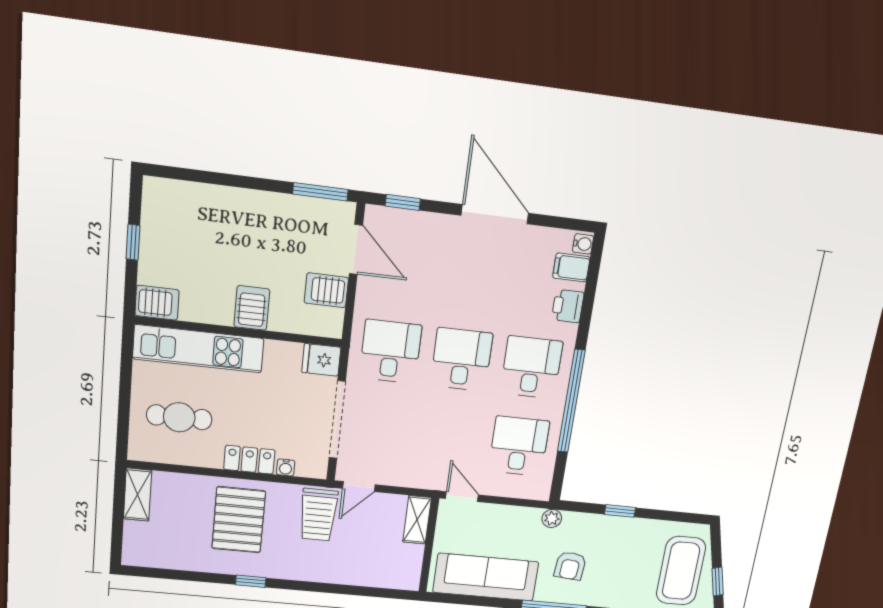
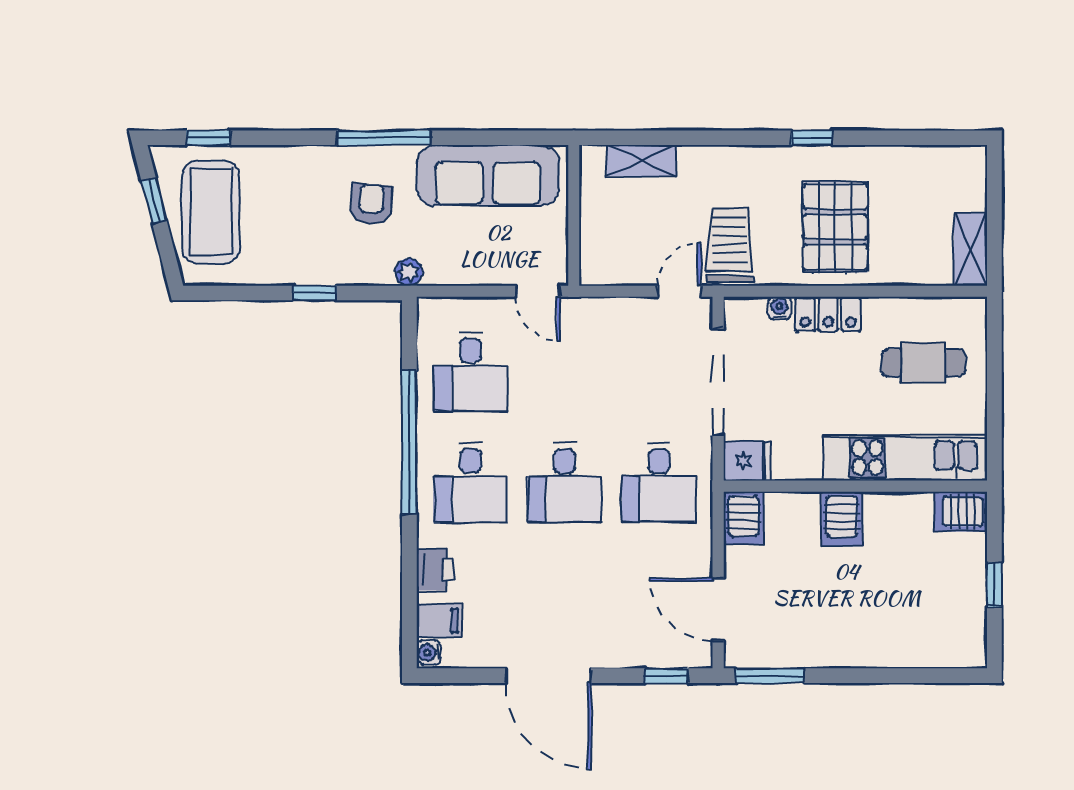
server rack: (326, 290) -> (743, 518), moved, turned 90
shelving: (417, 520) -> (642, 161), moved, turned 90

